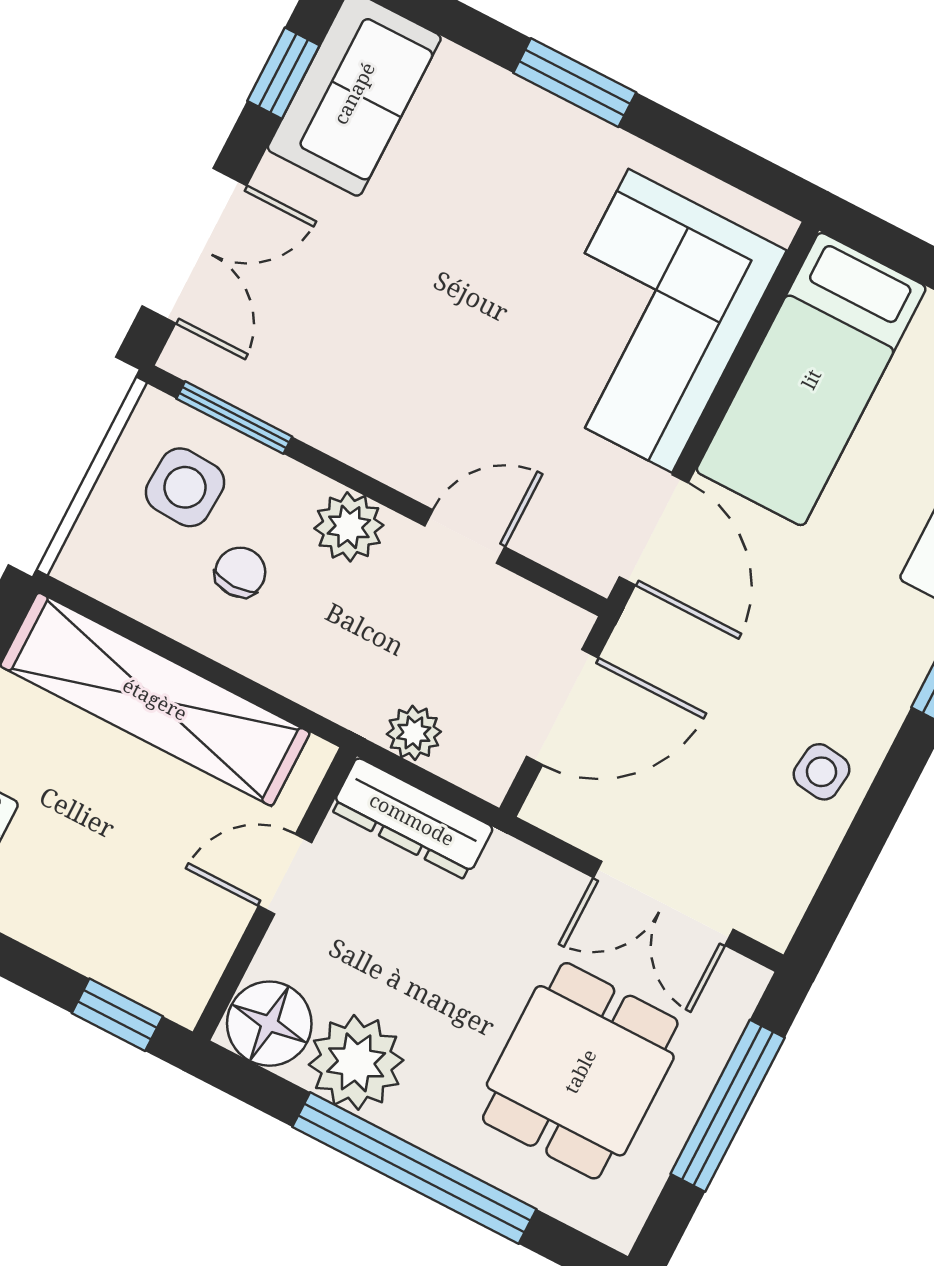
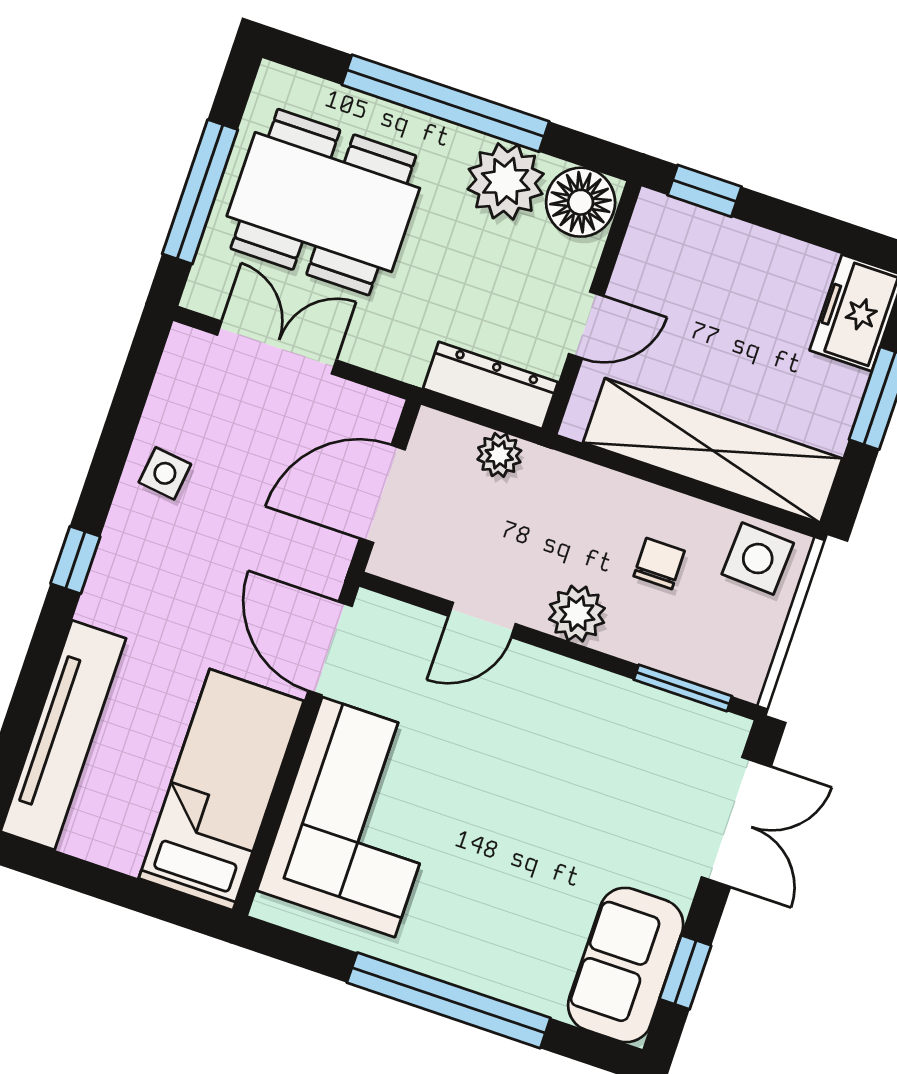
window: (575, 83) -> (449, 1000), width x2.11
double door: (194, 246) -> (736, 822), swing flipped
side table: (185, 487) -> (758, 559), moved
chair: (240, 572) -> (659, 564), turned 180
dining table: (580, 1071) -> (323, 202), width x1.38

